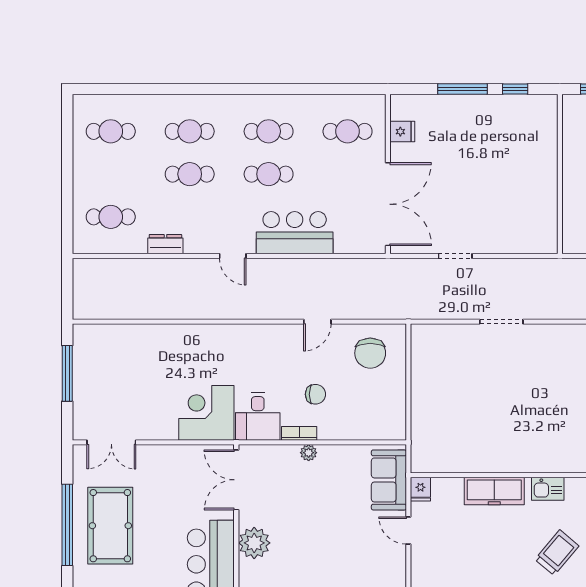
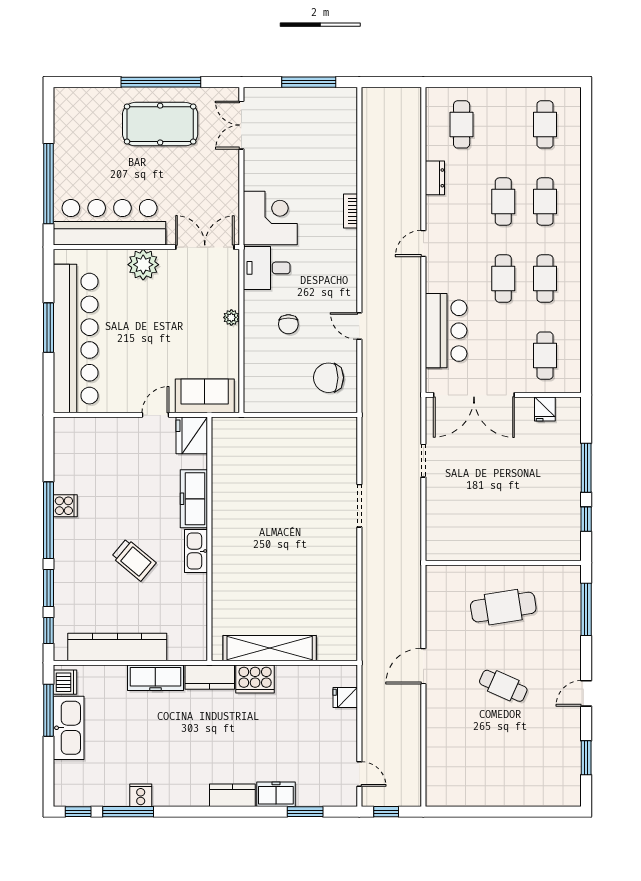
bar counter: (295, 233) -> (446, 331), moved
bookcase: (299, 433) -> (350, 211), moved, turned 180
fridge: (420, 489) -> (192, 435), width x1.88, depth x1.34
kitchen sink: (548, 489) -> (196, 551), width x1.38

